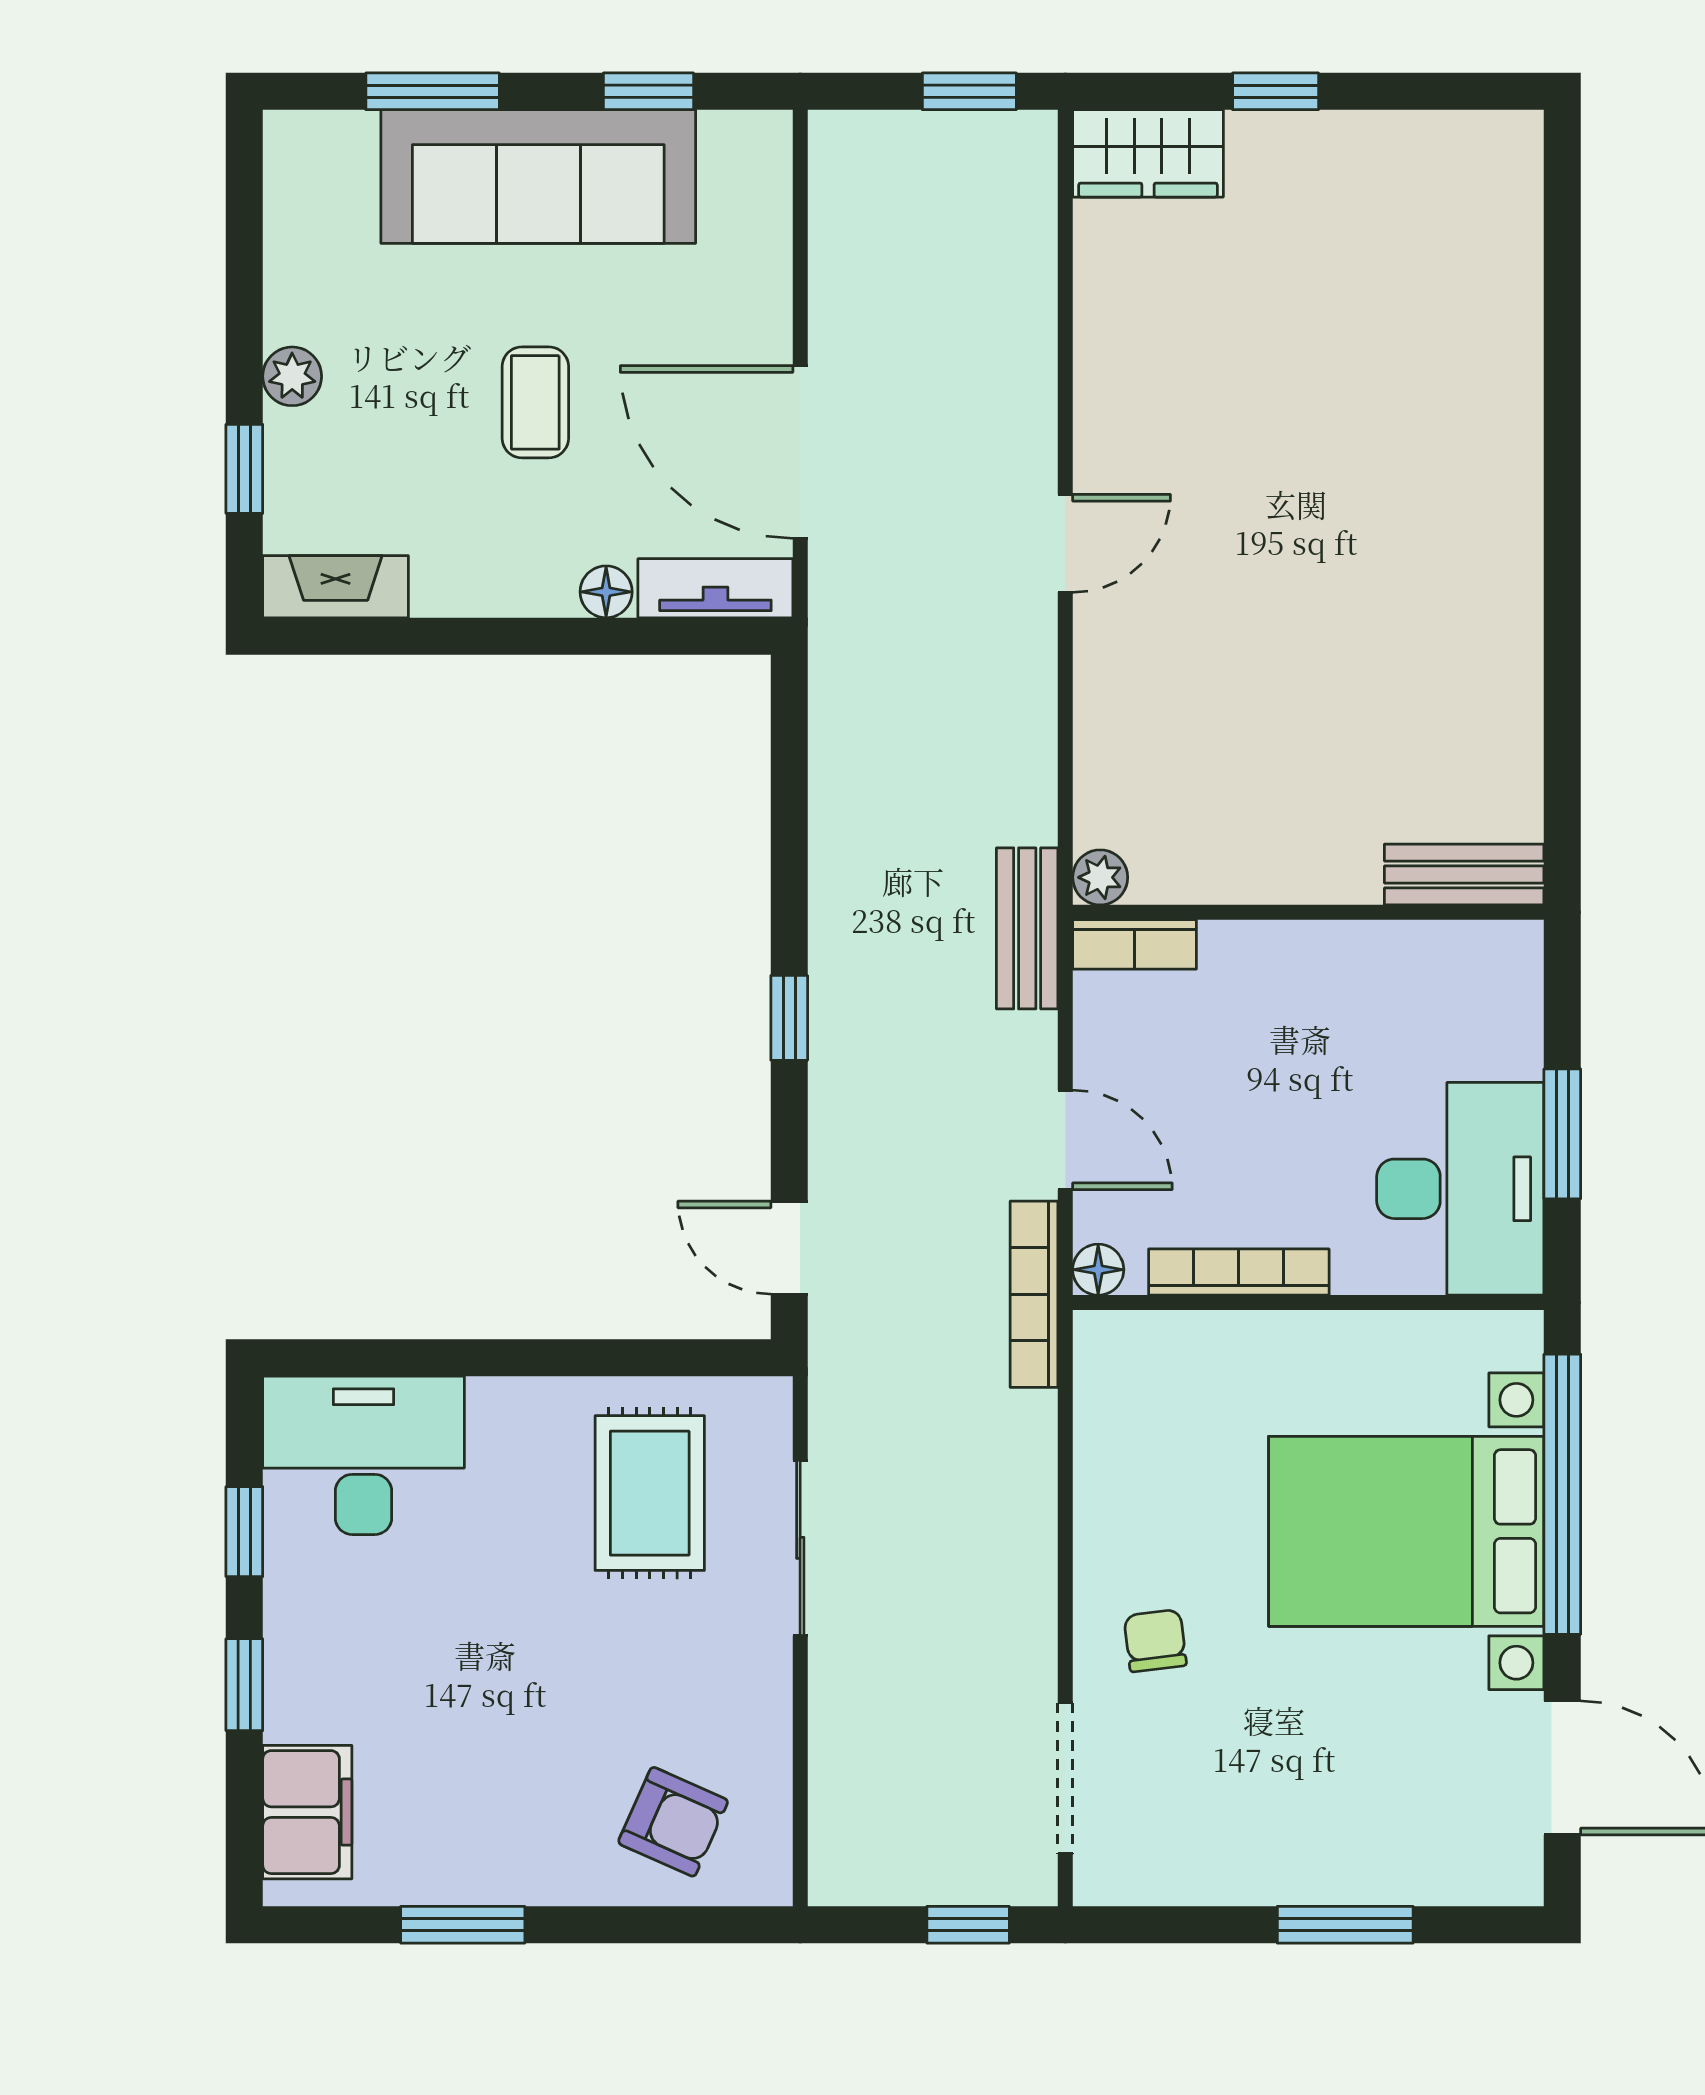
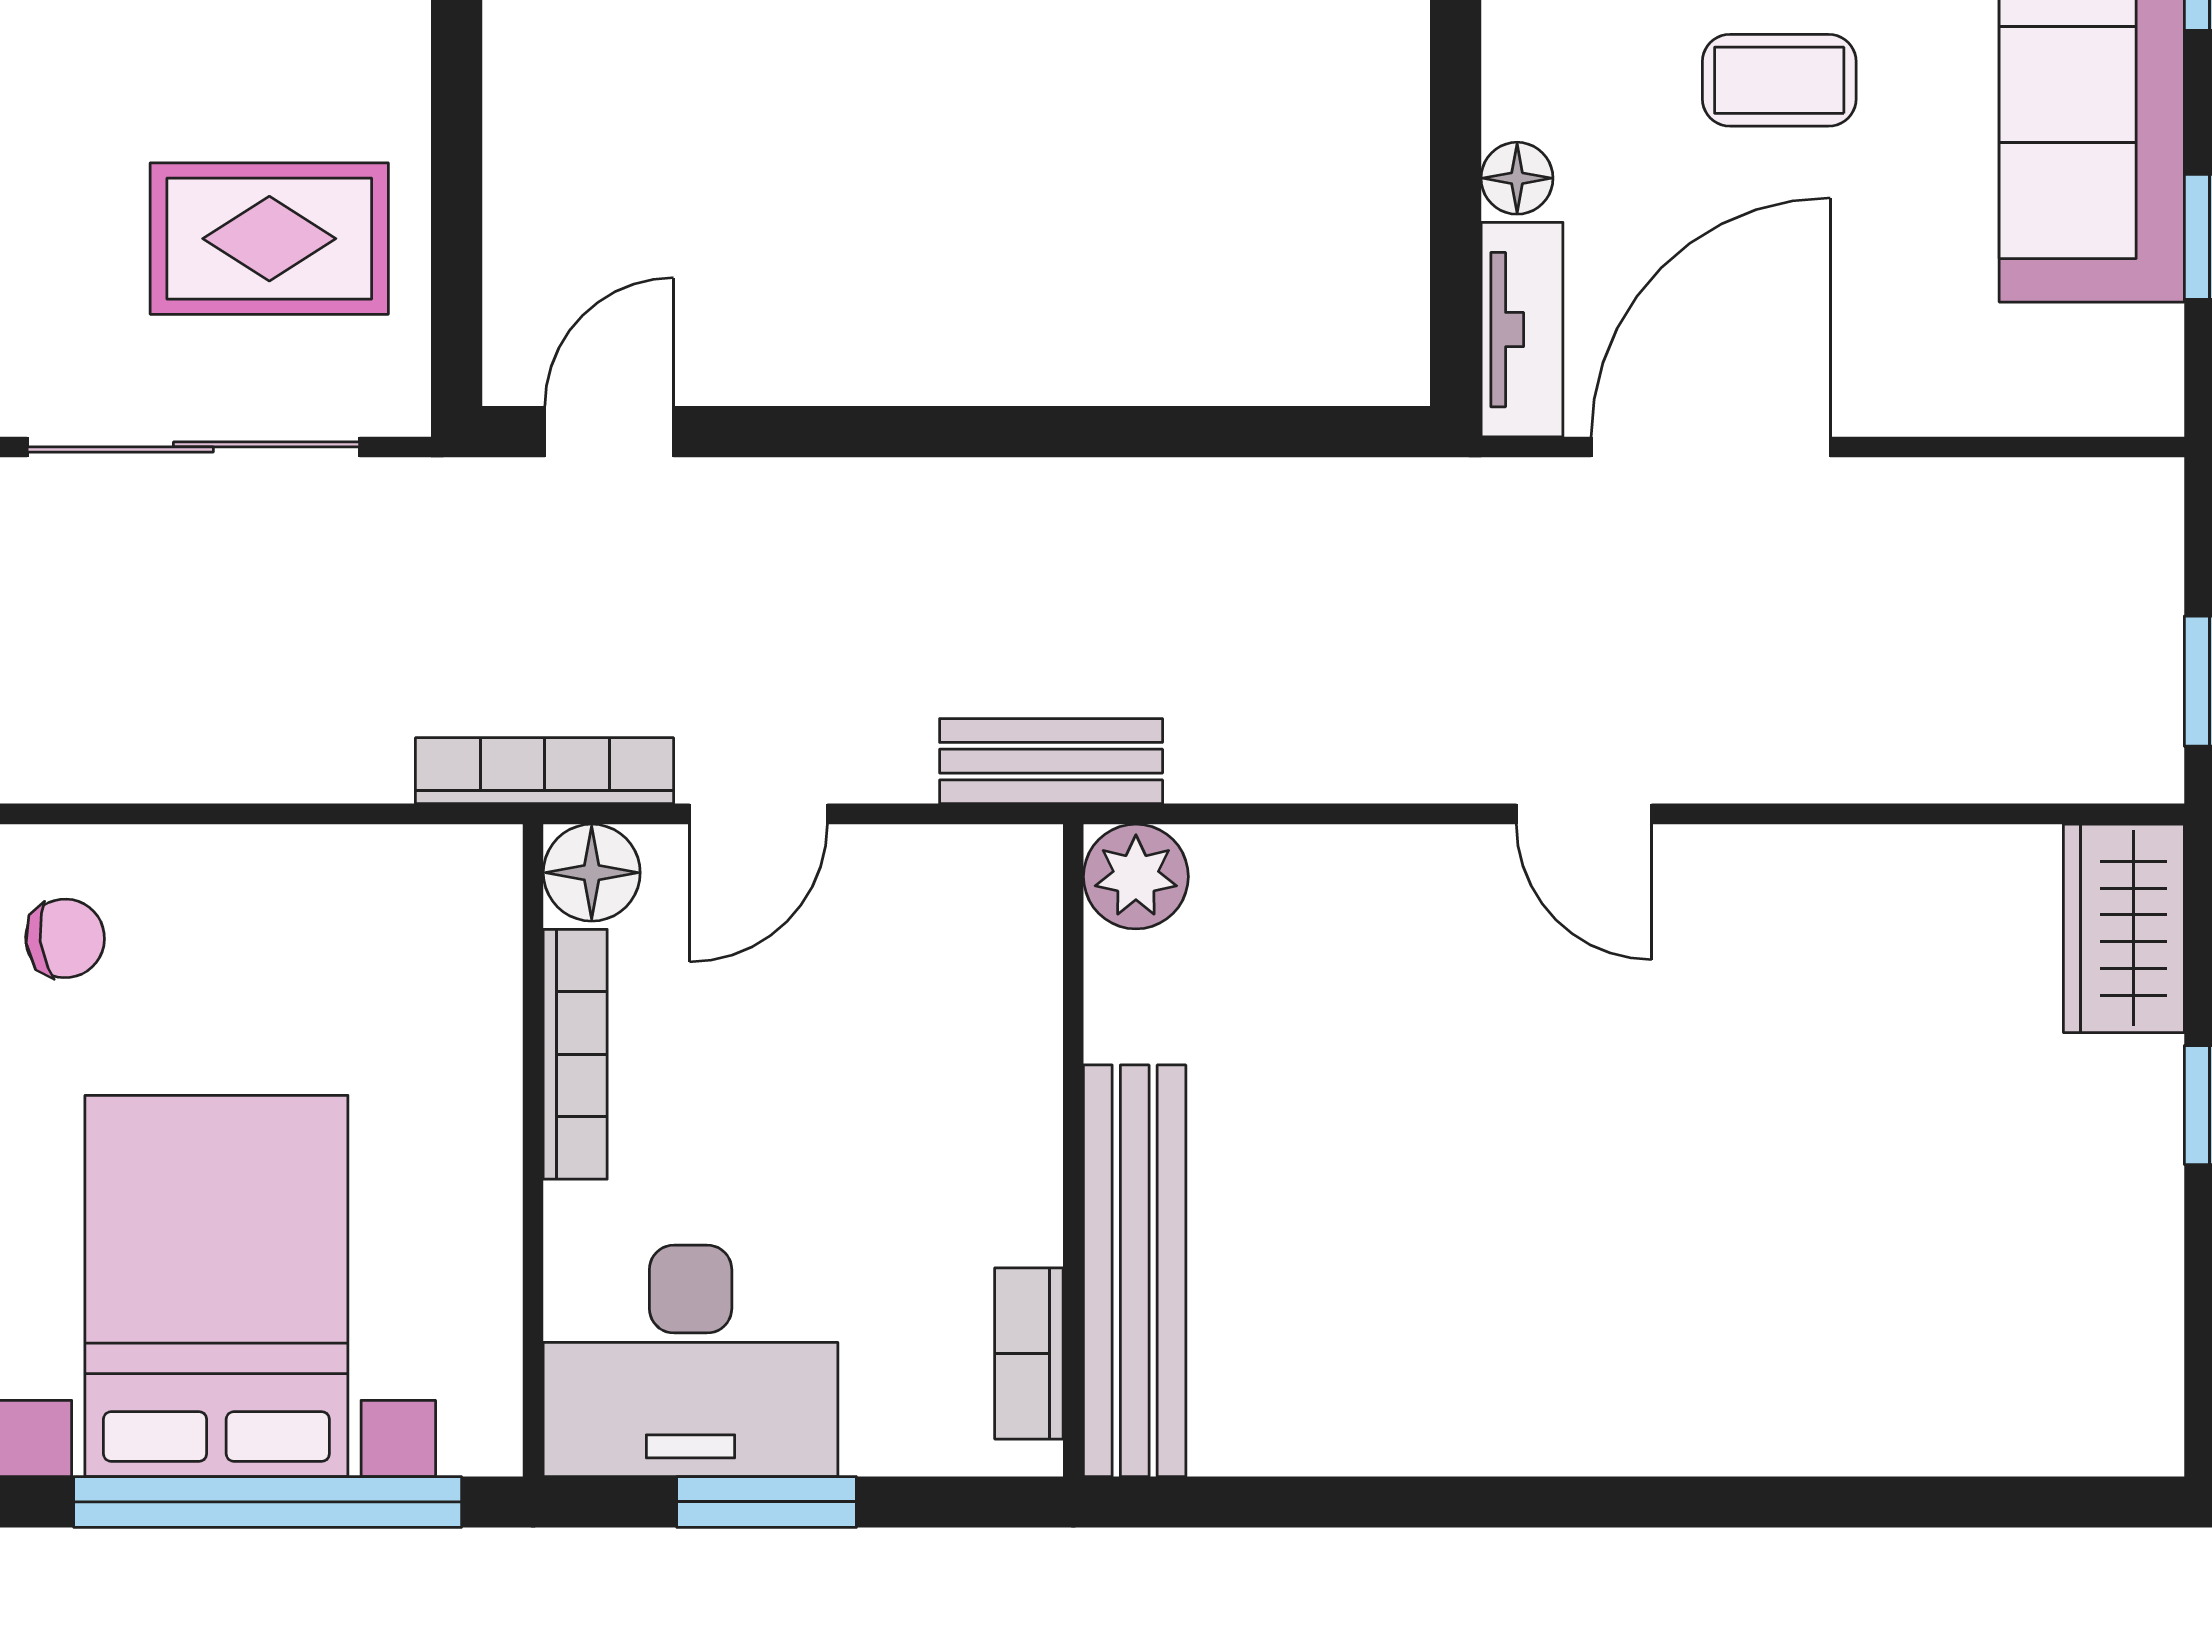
bench: (1464, 874) -> (1135, 1271), width x1.86, depth x1.21
plant: (1100, 877) -> (1136, 877), width x1.38, depth x1.38
bookcase: (1134, 944) -> (1029, 1353), moved
window: (789, 1018) -> (927, 432), removed
floor lamp: (1098, 1270) -> (592, 873), width x1.37, depth x1.37
sliding door: (800, 1548) -> (193, 447), width x1.37

